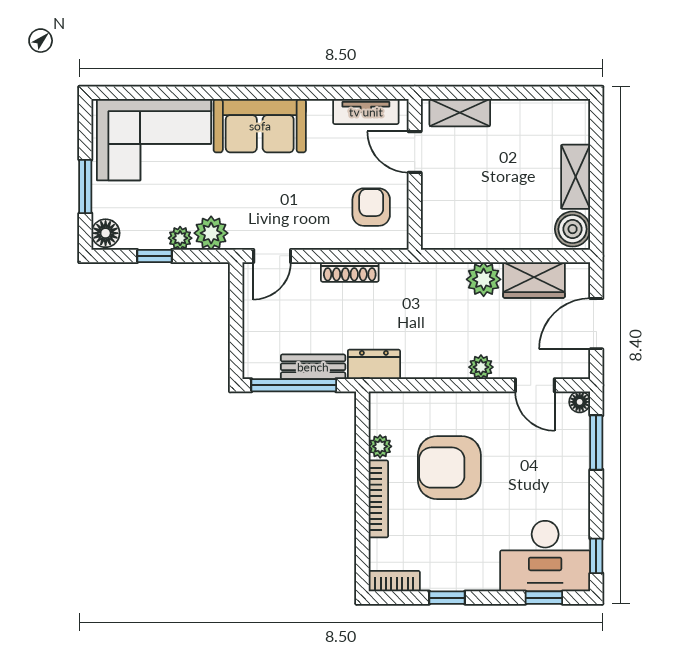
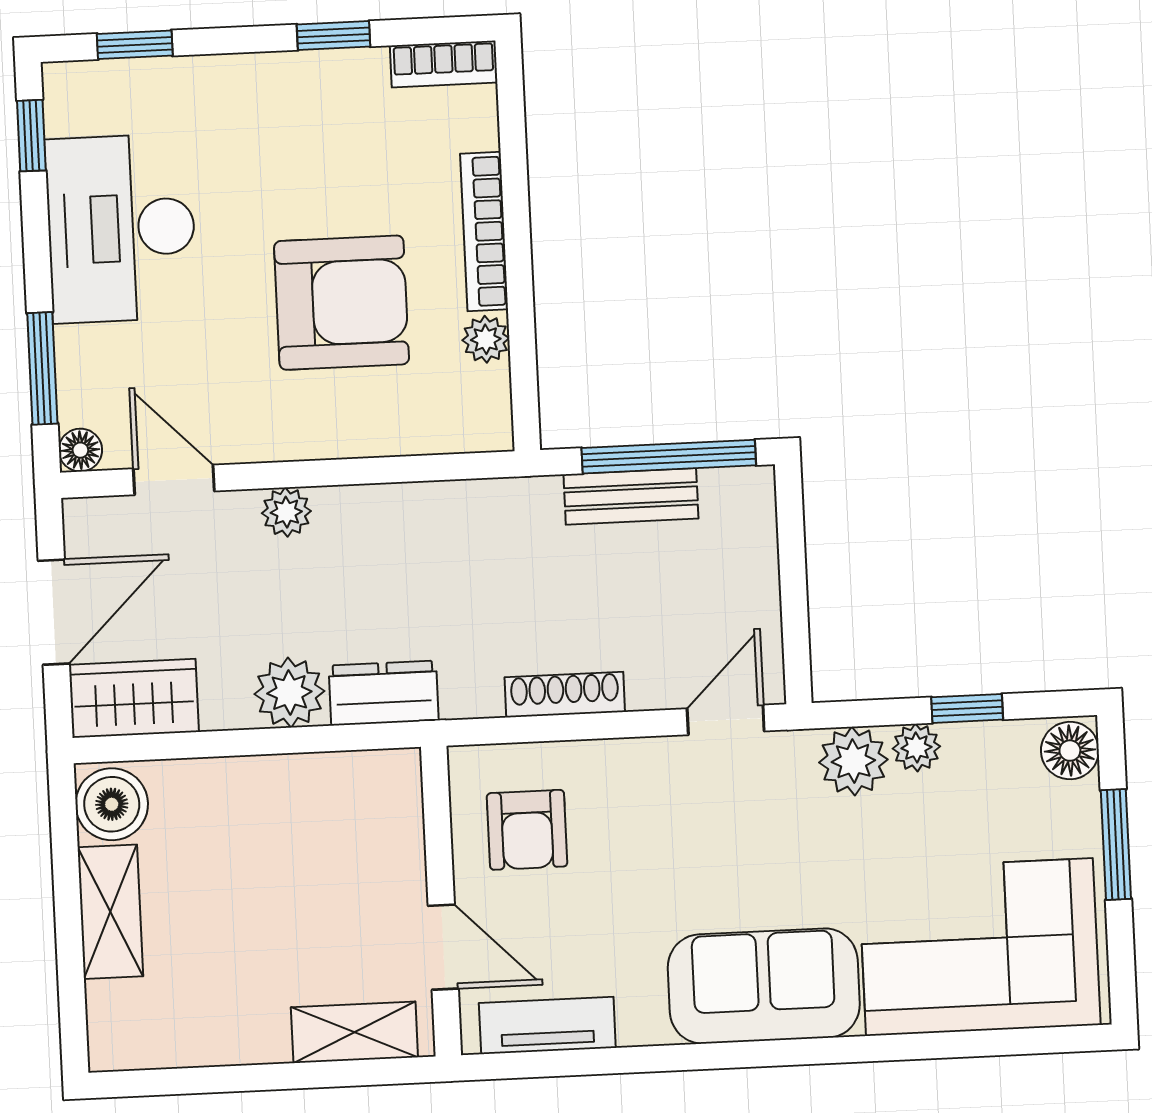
wardrobe: (534, 280) -> (134, 698), moved
dresser: (374, 364) -> (384, 693), moved, turned 180
desk: (545, 556) -> (121, 228), moved, turned -90

